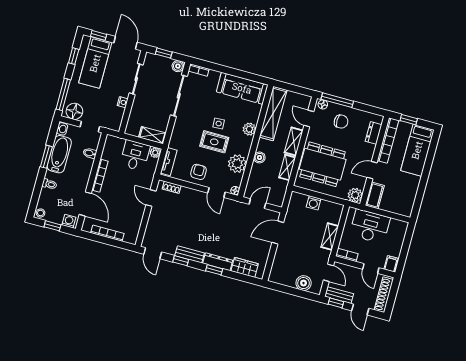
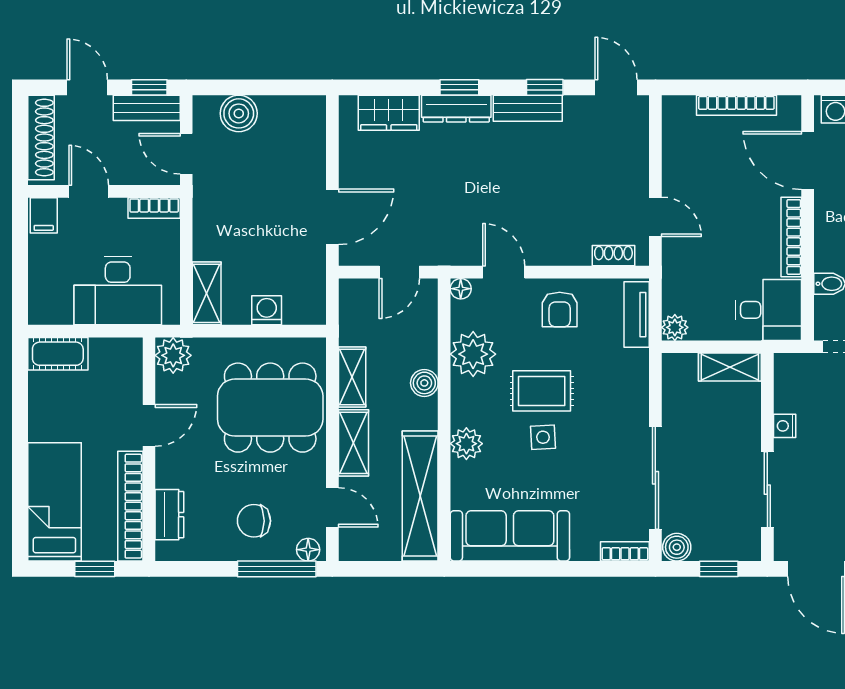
shelving: (152, 135) -> (730, 367), moved
desk: (135, 155) -> (768, 310), moved, turned -90
cot: (375, 195) -> (58, 354), moved, turned 90
shelving: (330, 236) -> (207, 293), moved

